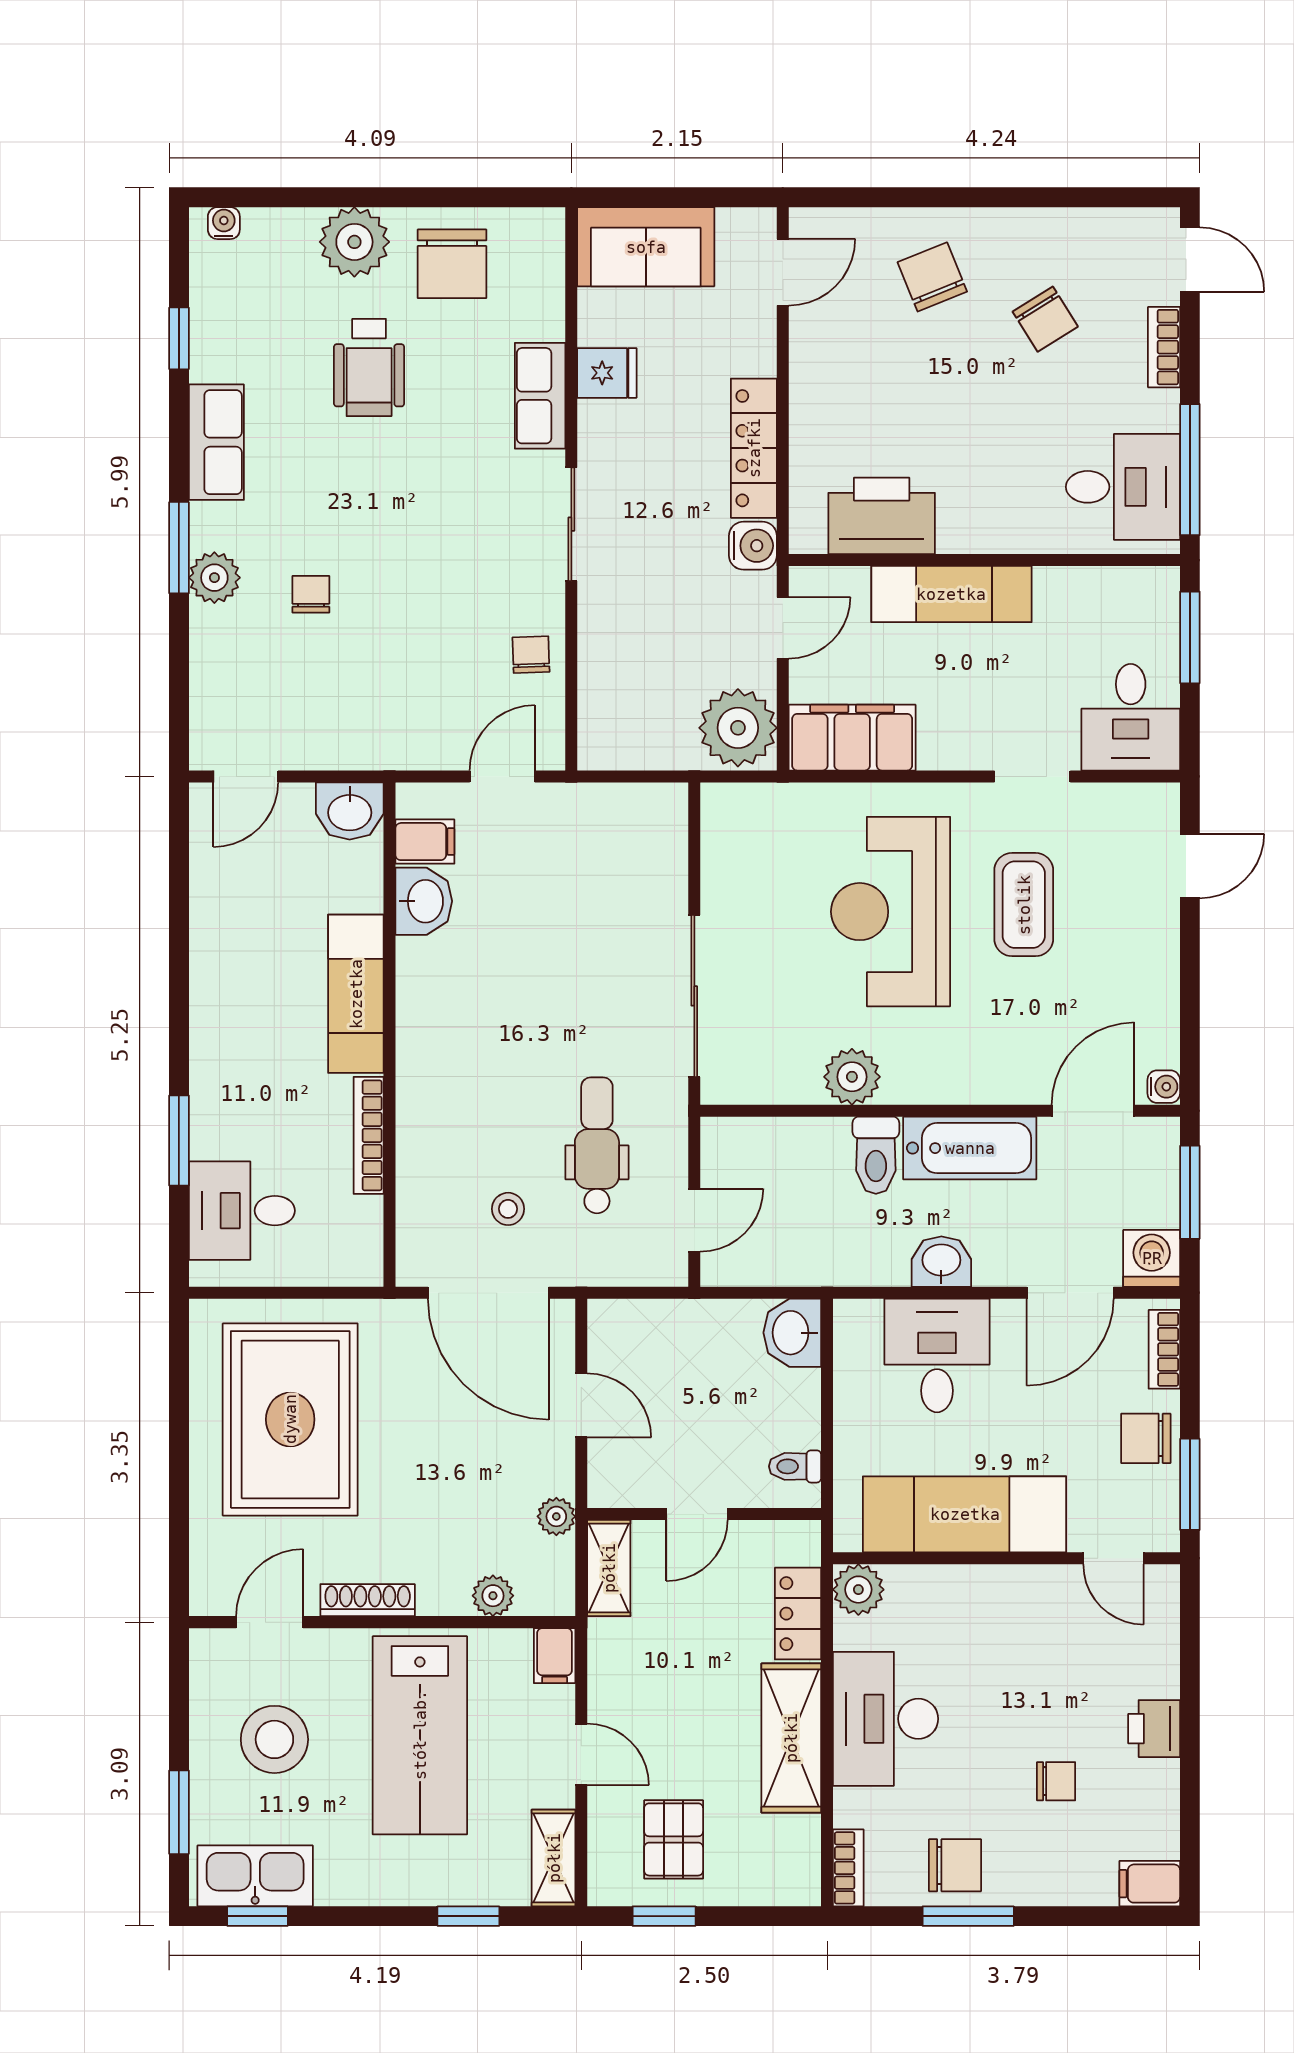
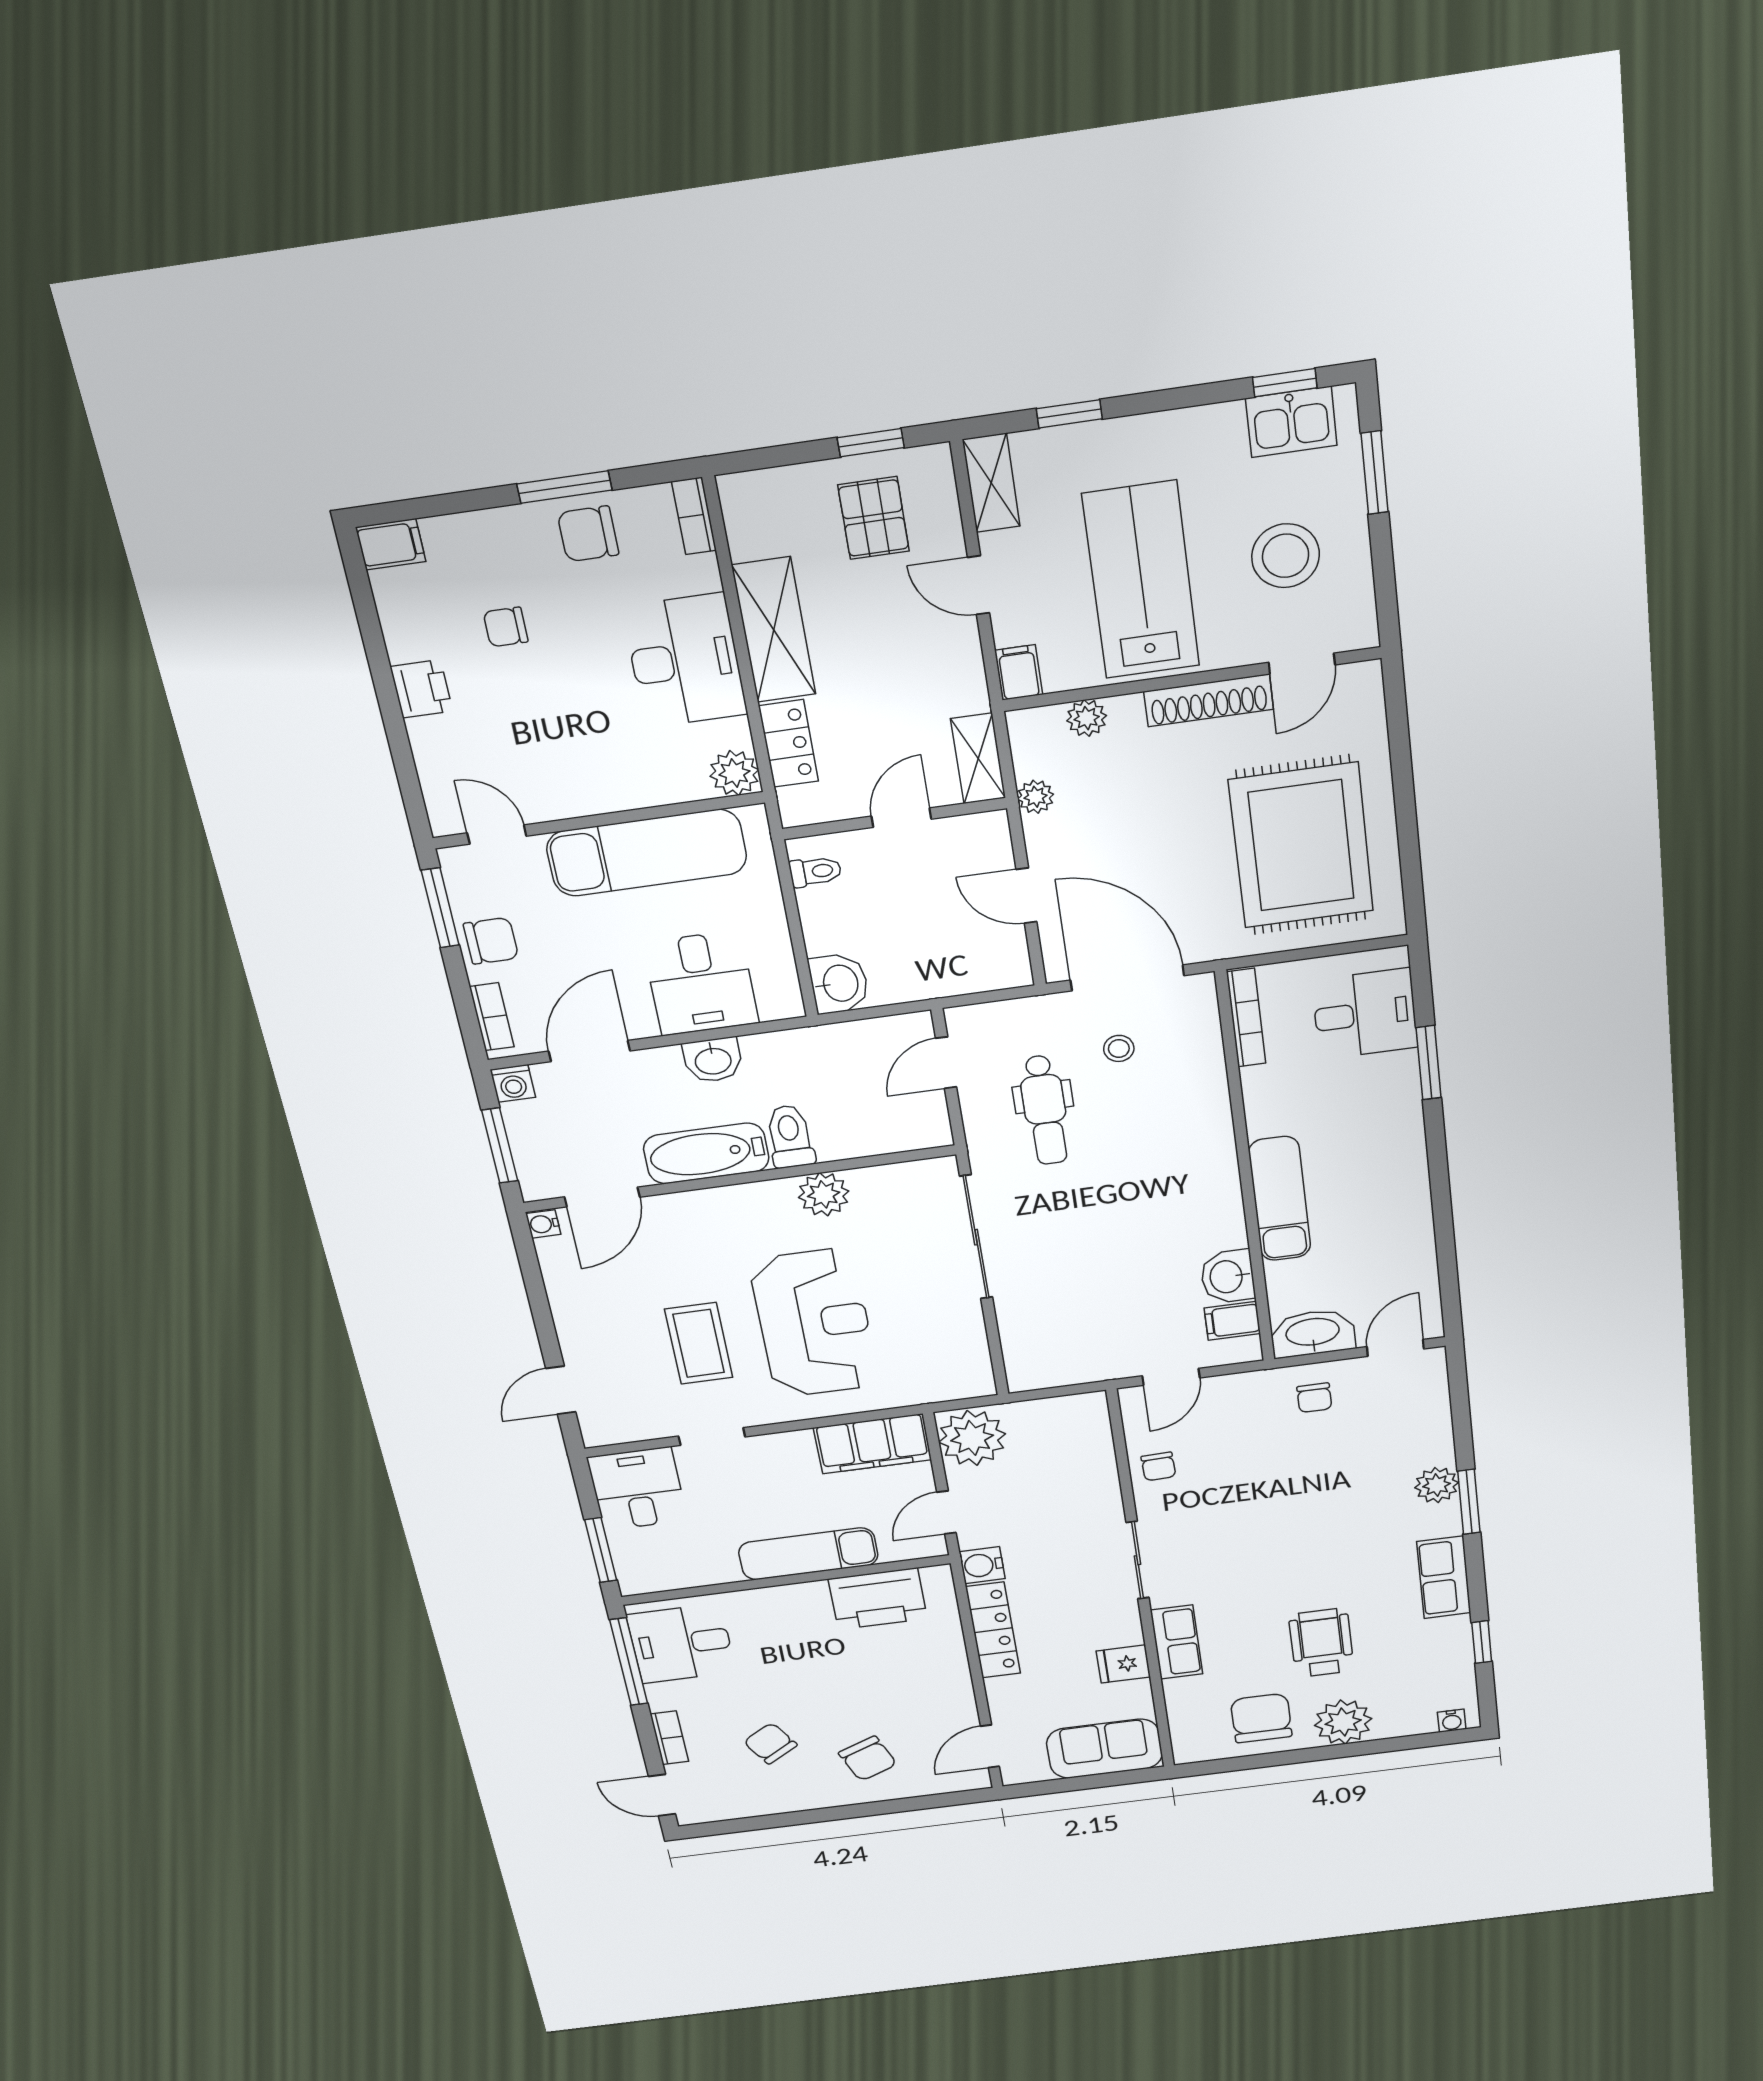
chair: (311, 594) -> (1314, 1398), moved
washbasin: (350, 811) -> (1313, 1333), width x1.38
bookcase: (369, 1135) -> (1246, 1018), moved
washing machine: (1152, 1258) -> (513, 1083), width x0.73, depth x0.73
shoe rack: (368, 1600) -> (1209, 700), width x1.36, depth x1.24
kitchen sink: (255, 1876) -> (1291, 422), width x0.73

